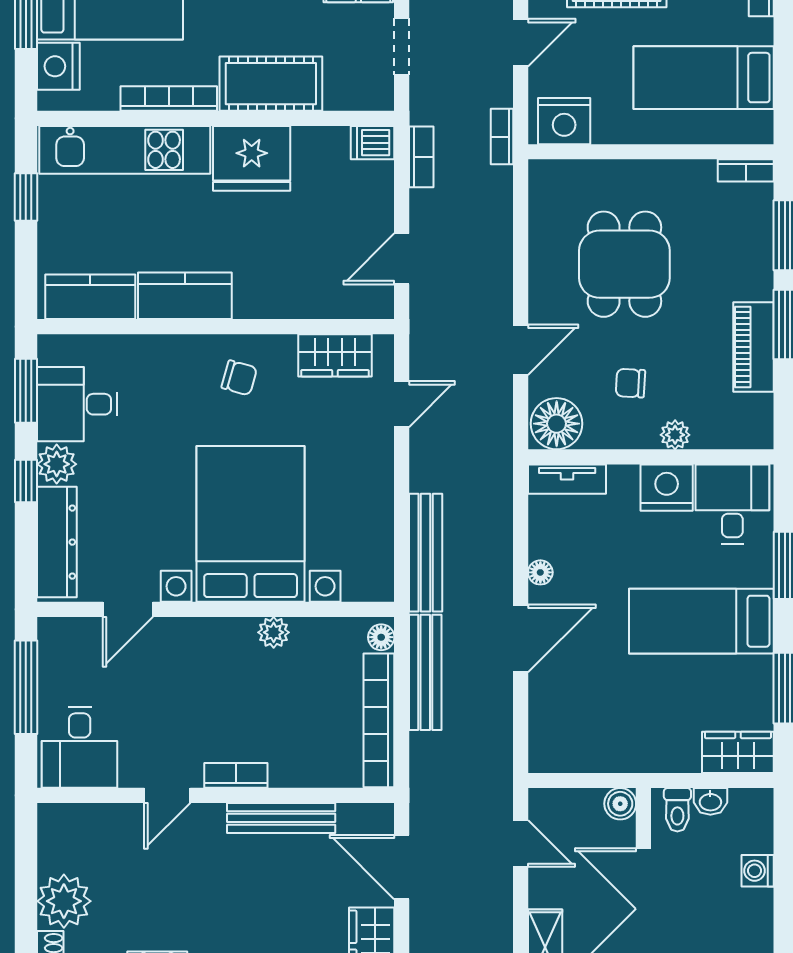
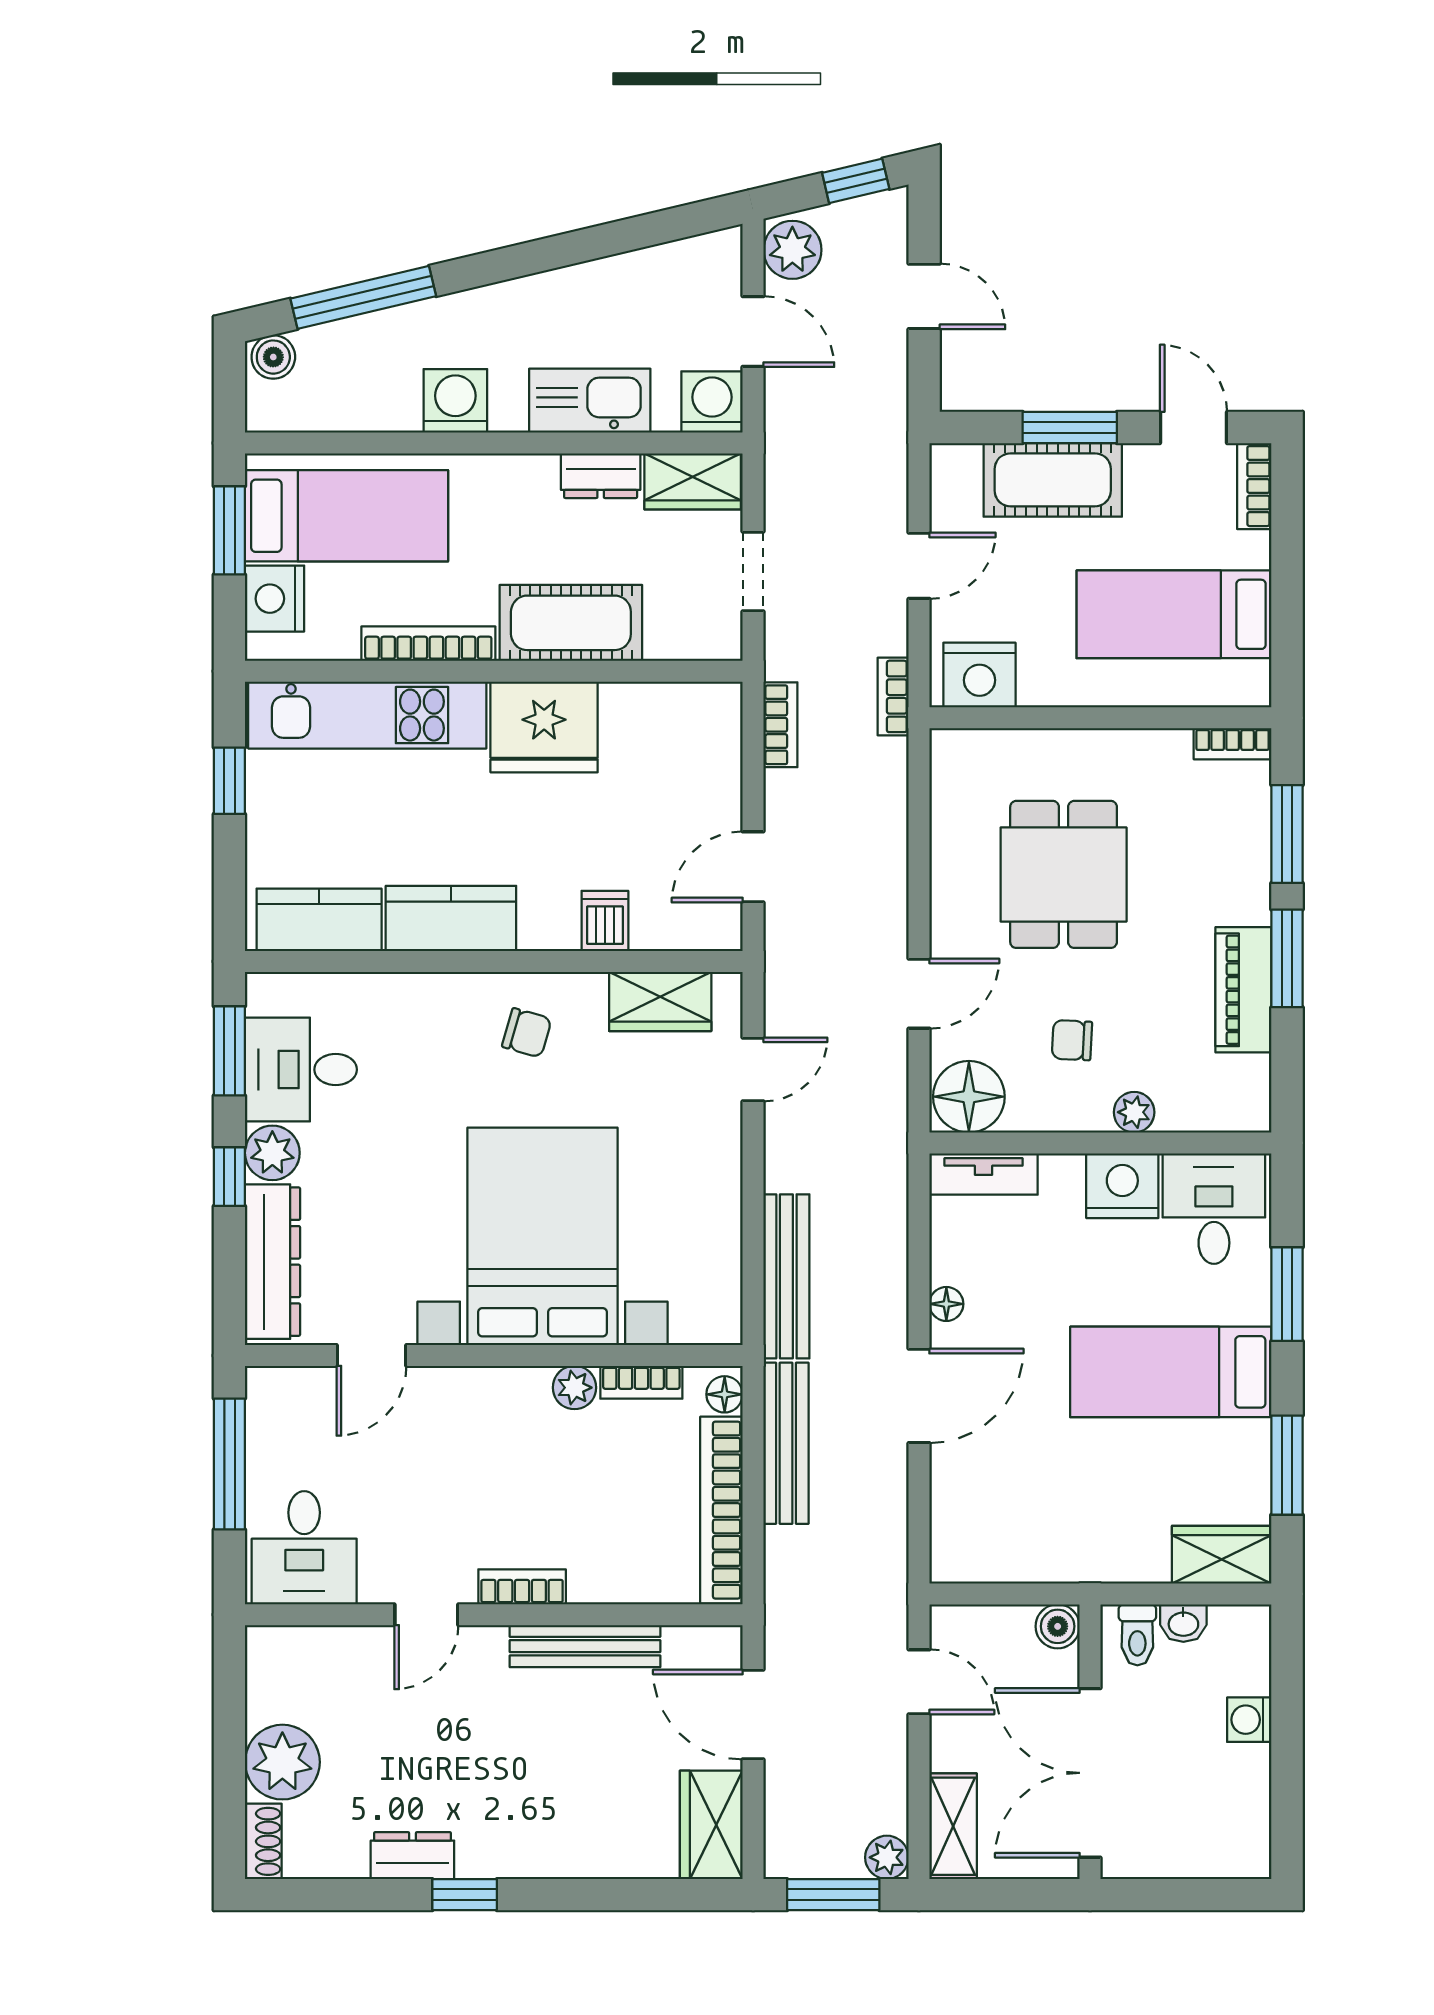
dishwasher: (373, 143) -> (605, 921), moved, turned 90
bookcase: (322, 629) -> (641, 1382), added

